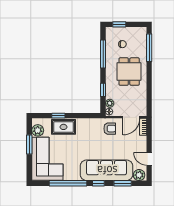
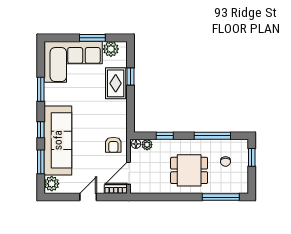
door: (131, 117) -> (129, 173), hinge flipped
door: (149, 159) -> (88, 197), moved
window: (68, 183) -> (41, 89), width x0.47

